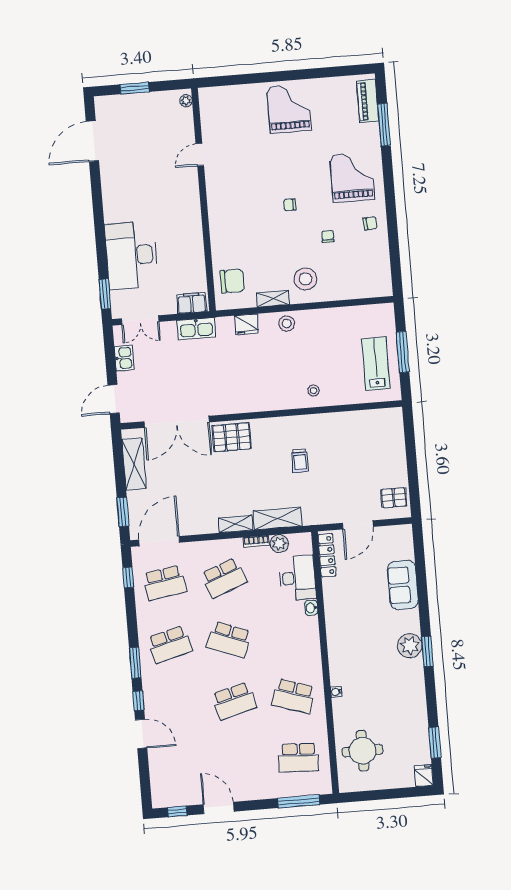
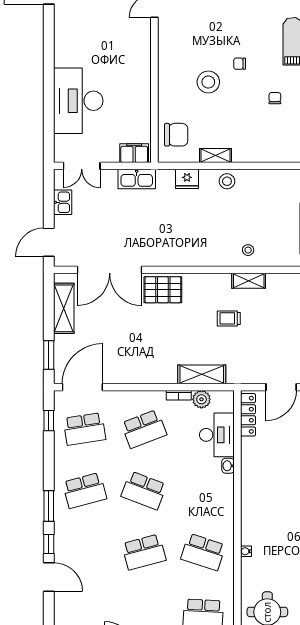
stool: (305, 279) -> (208, 82), moved
window: (105, 294) -> (49, 137), removed
trolley: (300, 460) -> (229, 318), turned 90
shelving: (236, 524) -> (249, 281), moved

